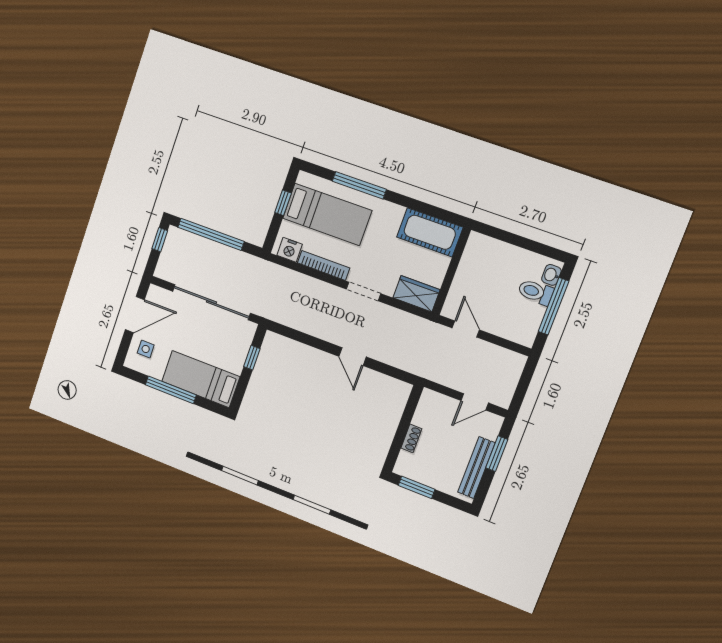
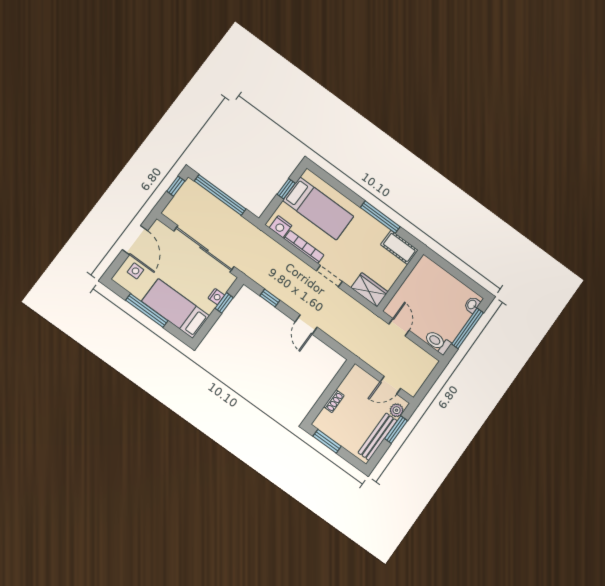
window: (359, 185) -> (380, 217), moved
cot: (430, 232) -> (399, 247), width x0.73, depth x0.75
toilet: (536, 292) -> (438, 342), moved
door: (135, 315) -> (135, 240), hinge flipped
window: (302, 337) -> (270, 298), added
nightstand: (241, 353) -> (216, 297), added
plant: (491, 430) -> (397, 410), added

